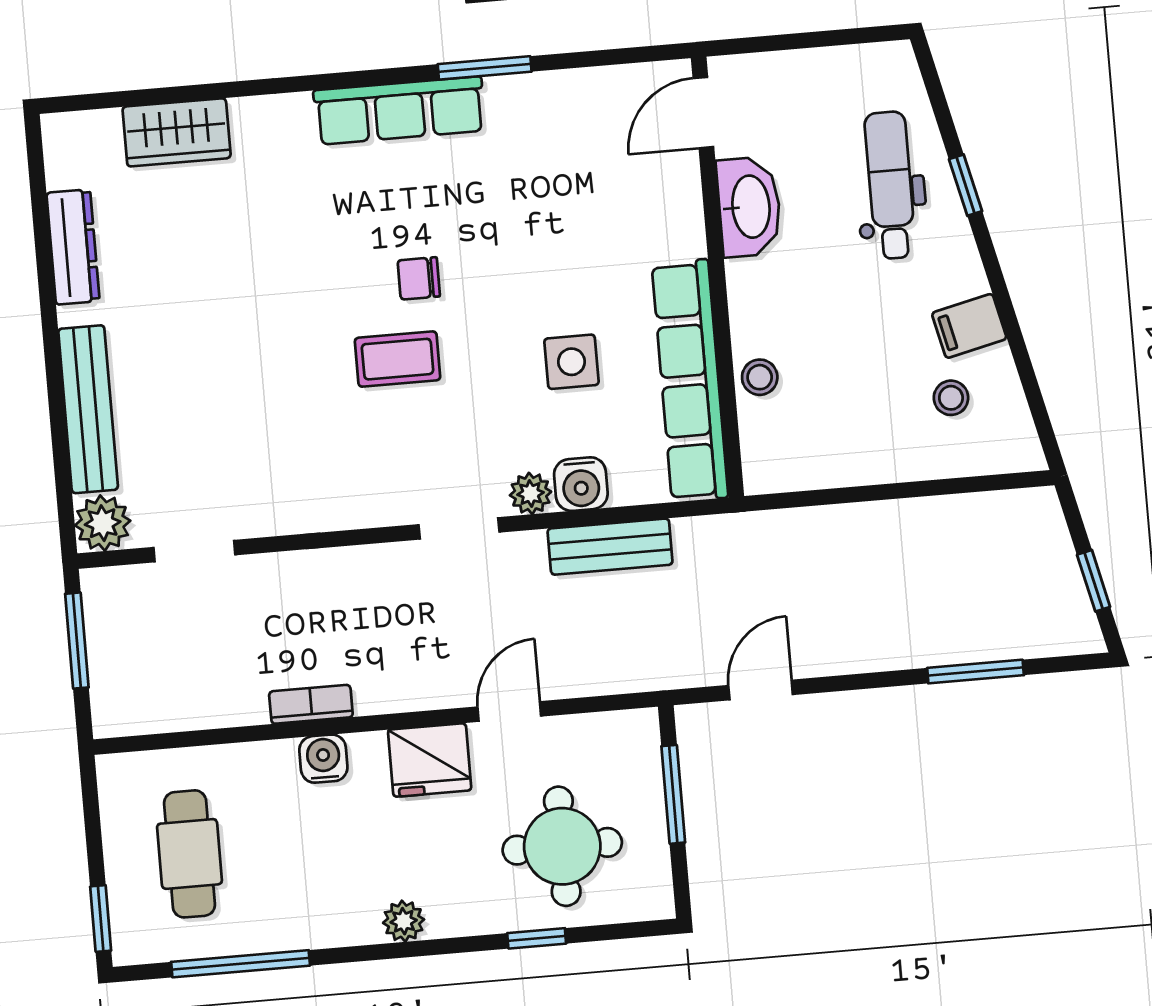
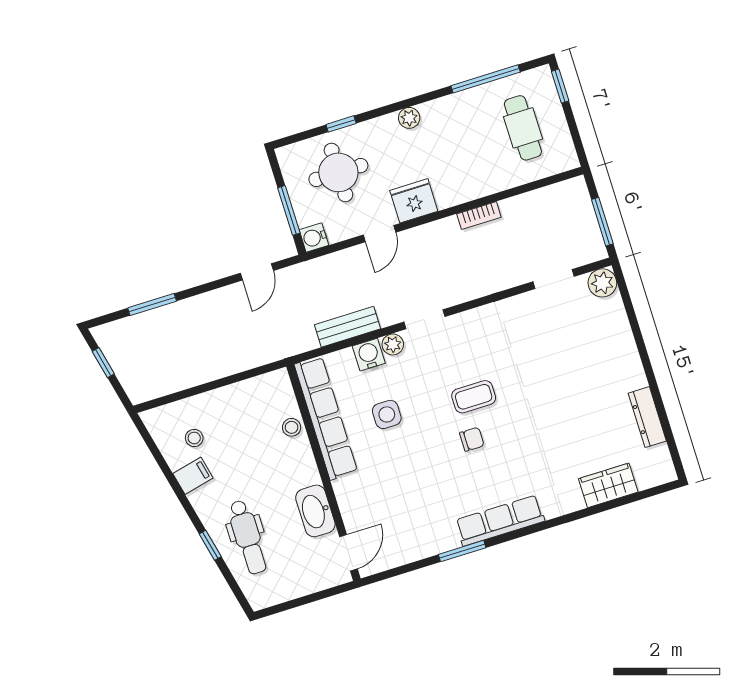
bench: (88, 409) -> (622, 338), removed
water cooler: (323, 759) -> (314, 238), moved, turned 90

